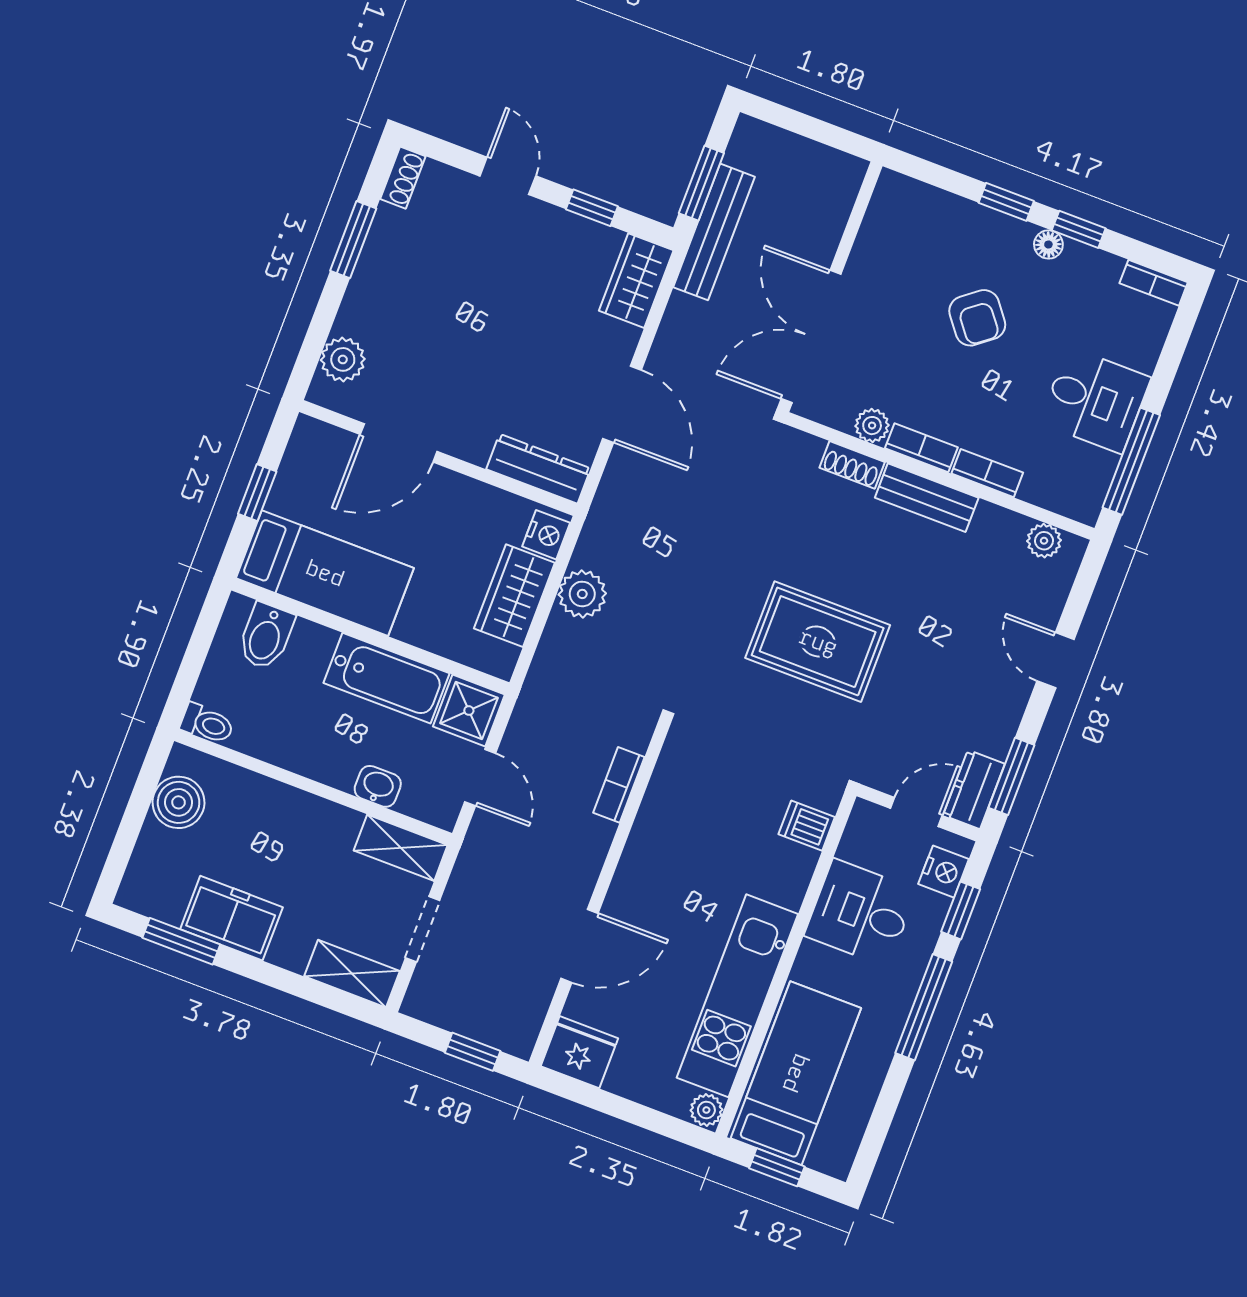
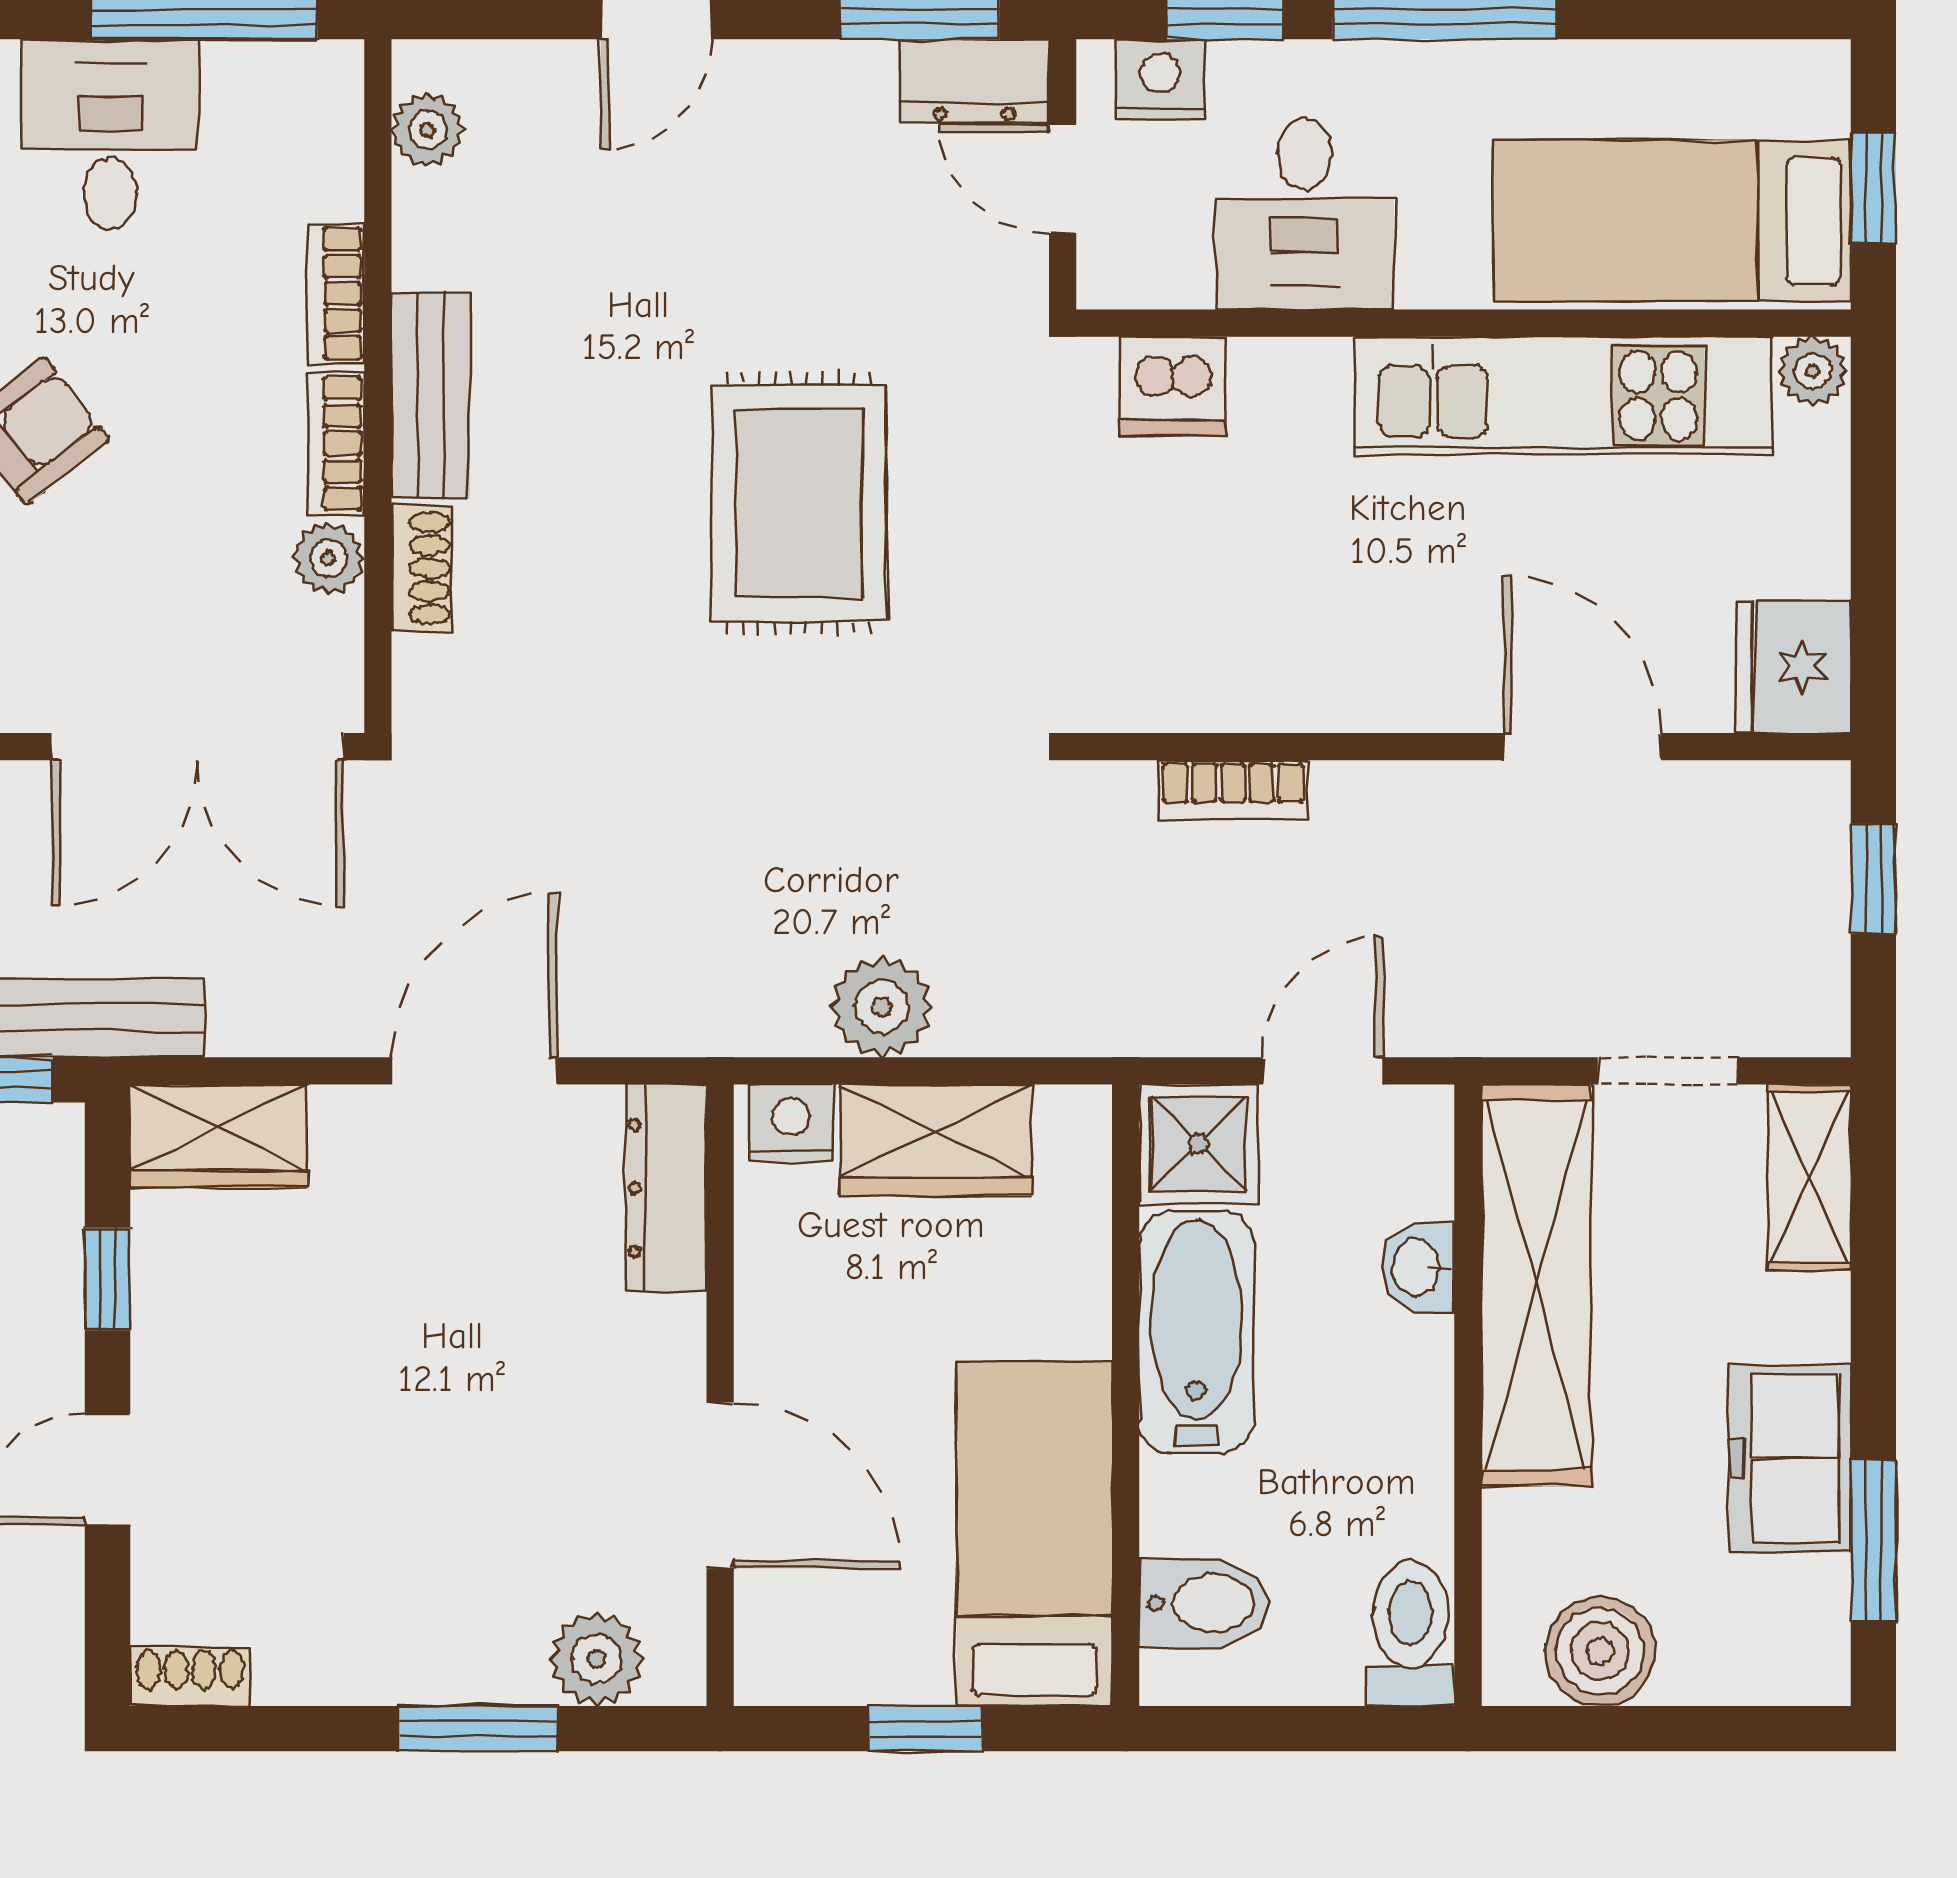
window: (353, 240) -> (478, 1729), moved
toilet: (207, 724) -> (1410, 1633), width x1.37, depth x1.39
dishwasher: (807, 826) -> (1172, 386), width x1.38
shelving: (401, 848) -> (1536, 1285), width x2.20, depth x1.33

